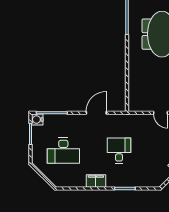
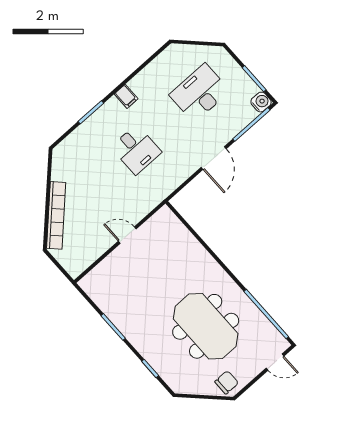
door: (96, 113) -> (214, 158), moved
filing cabinet: (96, 181) -> (126, 96), width x0.50

